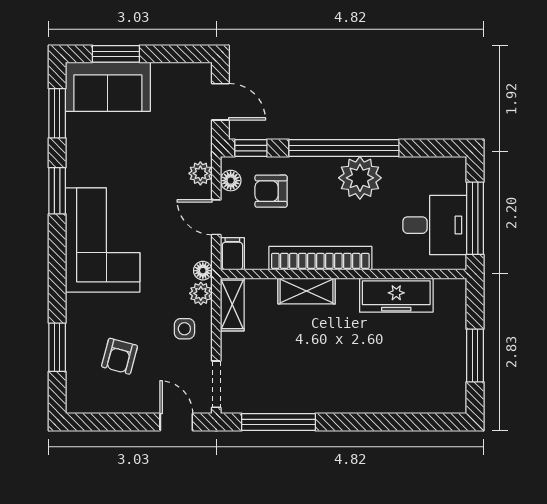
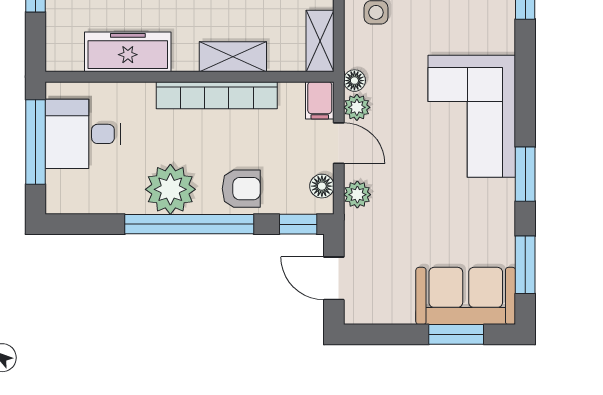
armchair: (271, 191) -> (241, 189), moved
plant: (201, 293) -> (357, 107), moved

